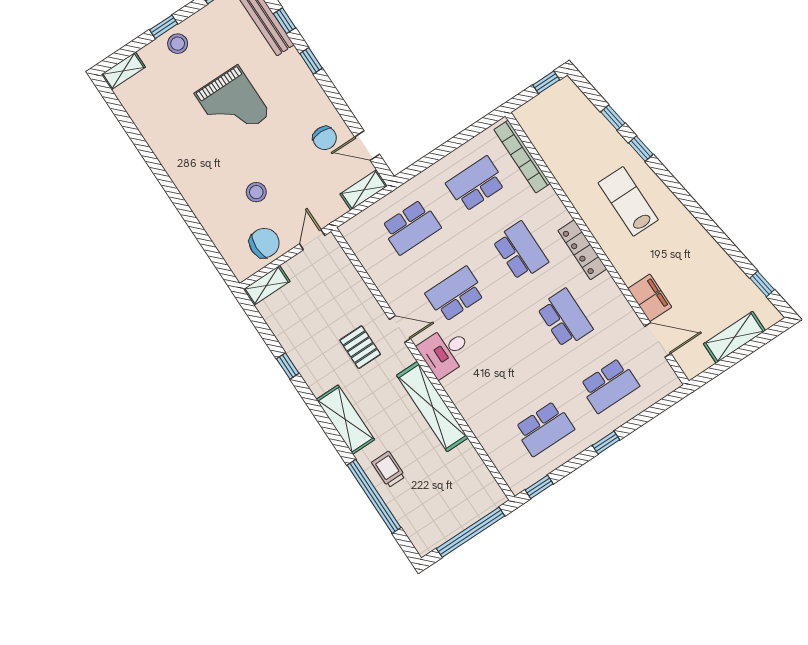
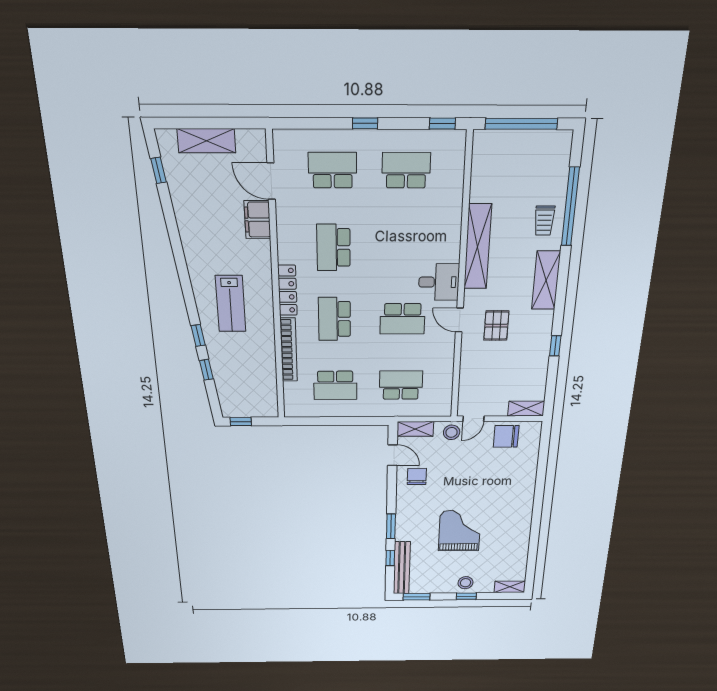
window: (311, 61) -> (391, 526), width x1.50
bookcase: (522, 157) -> (289, 350), moved
stool: (256, 192) -> (452, 432), moved

